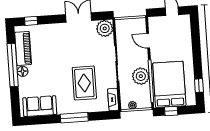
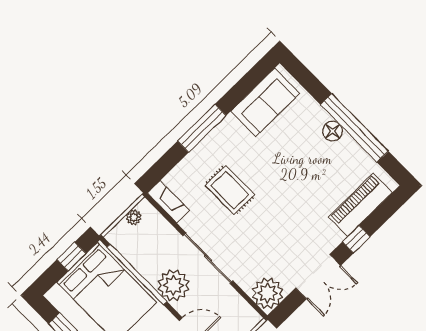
window: (31, 21) -> (356, 239), moved
piano: (23, 48) -> (360, 205), moved, turned 90
plant: (141, 76) -> (173, 285), moved
rug: (84, 83) -> (230, 190), width x0.73, depth x0.70

